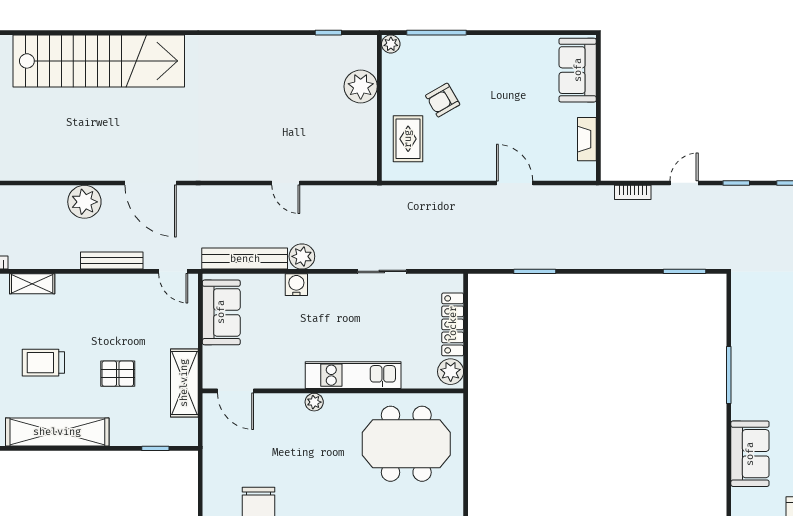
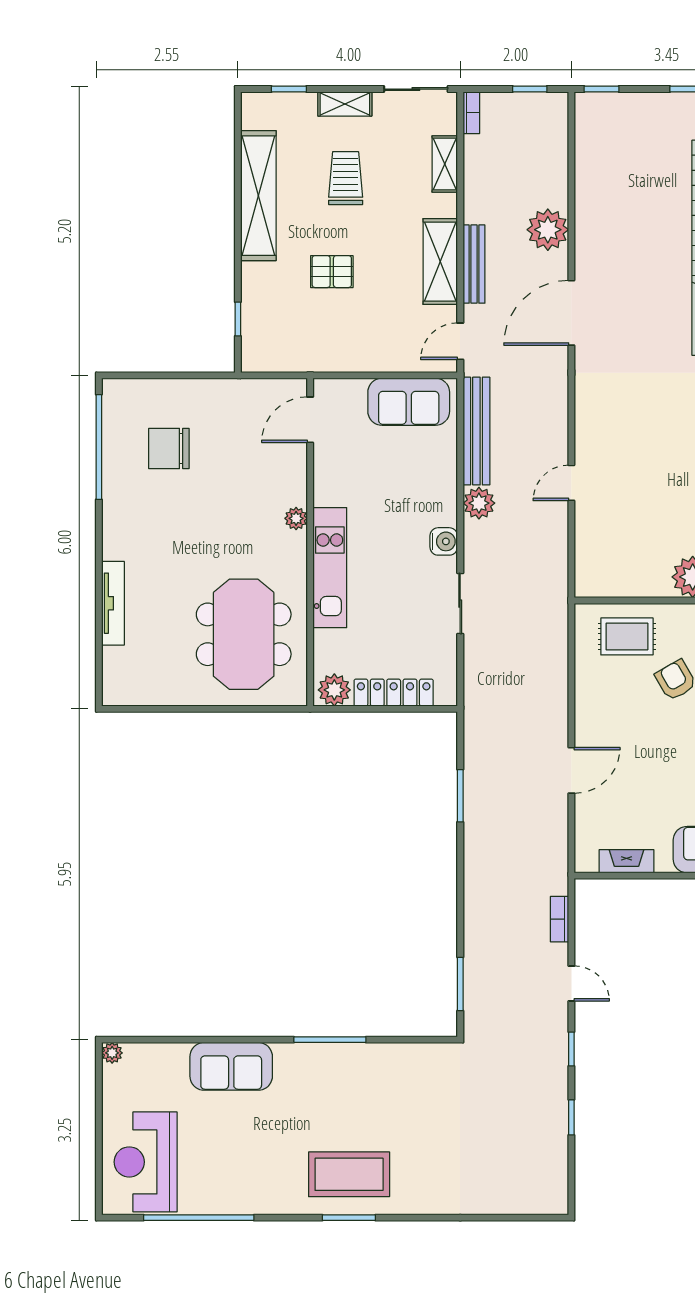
water cooler: (296, 285) -> (444, 541), moved
pallet: (118, 374) -> (332, 272), turned 90
shelving: (184, 383) -> (440, 262), moved, turned 90

